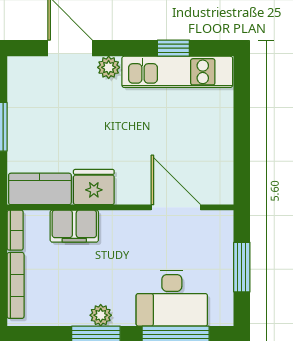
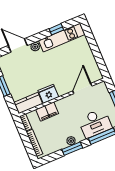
door: (176, 207) -> (82, 89), hinge flipped

